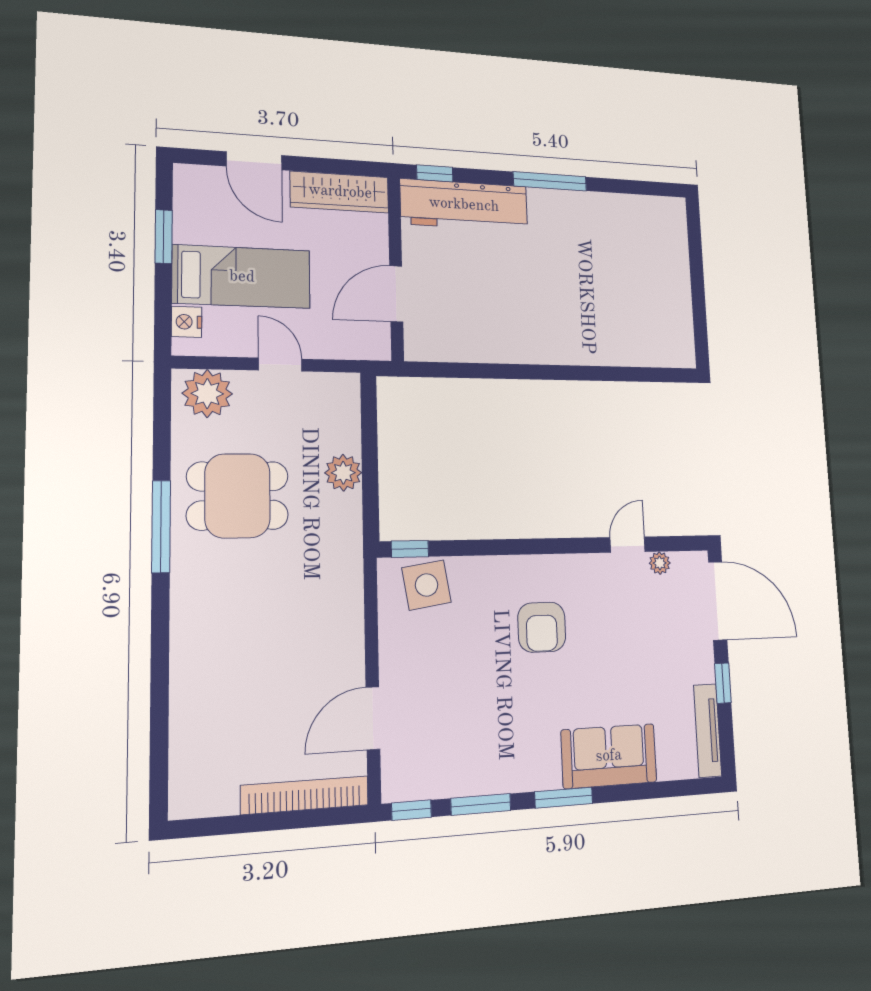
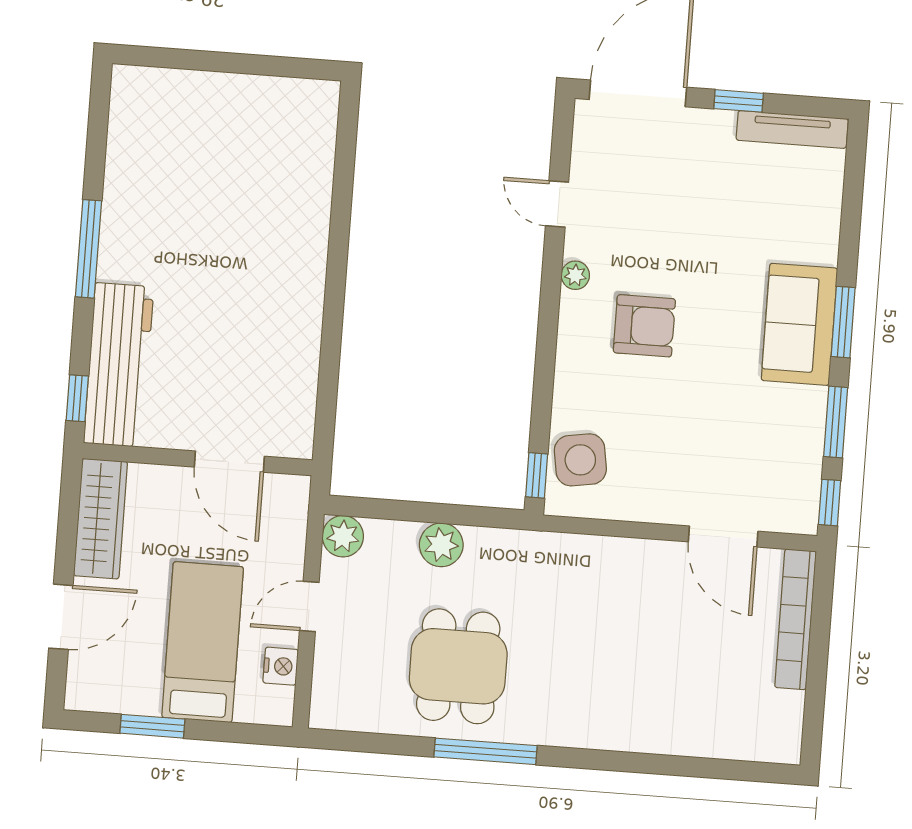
nightstand: (187, 322) -> (281, 666), moved, turned -90
plant: (207, 394) -> (343, 536), moved, width x0.73, depth x0.73
plant: (660, 563) -> (575, 275), moved
sofa: (609, 756) -> (799, 324), moved

